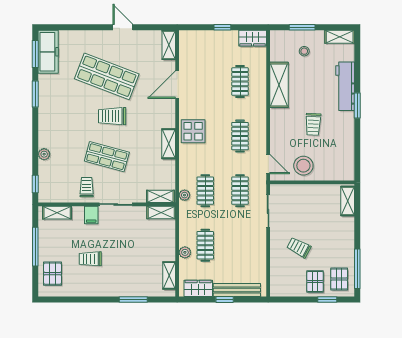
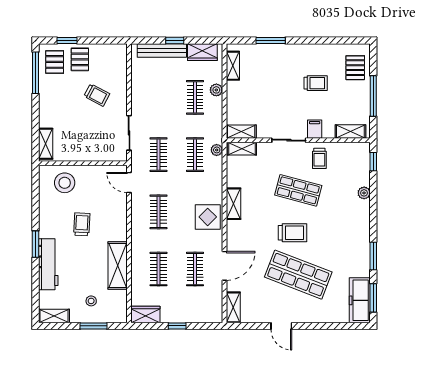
clothes rail: (205, 82) -> (195, 269), added
stool: (303, 166) -> (65, 183), moved

